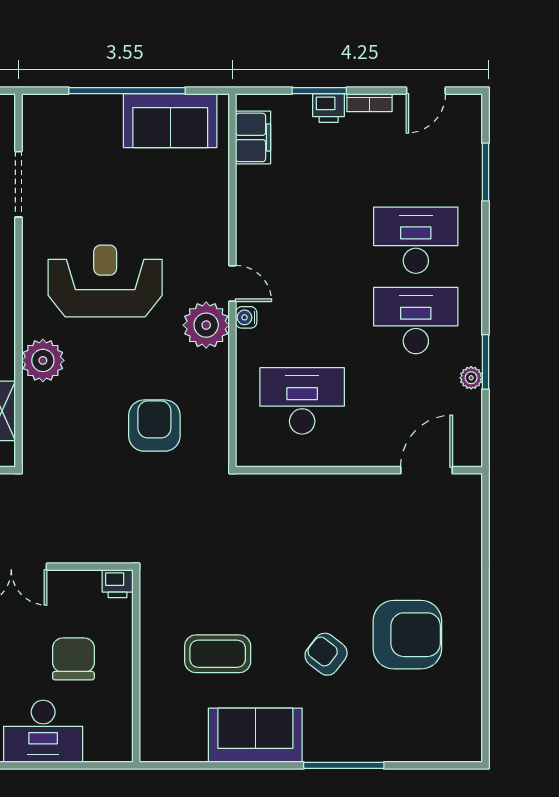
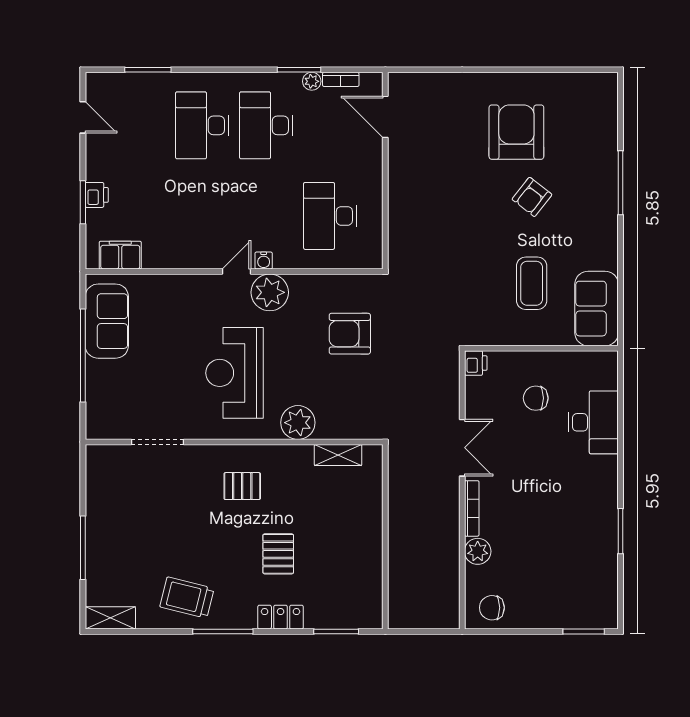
bookcase: (369, 103) -> (341, 79), moved, turned 90
chair: (73, 659) -> (536, 398), width x0.73, depth x0.73
sofa: (255, 735) -> (597, 309), moved

